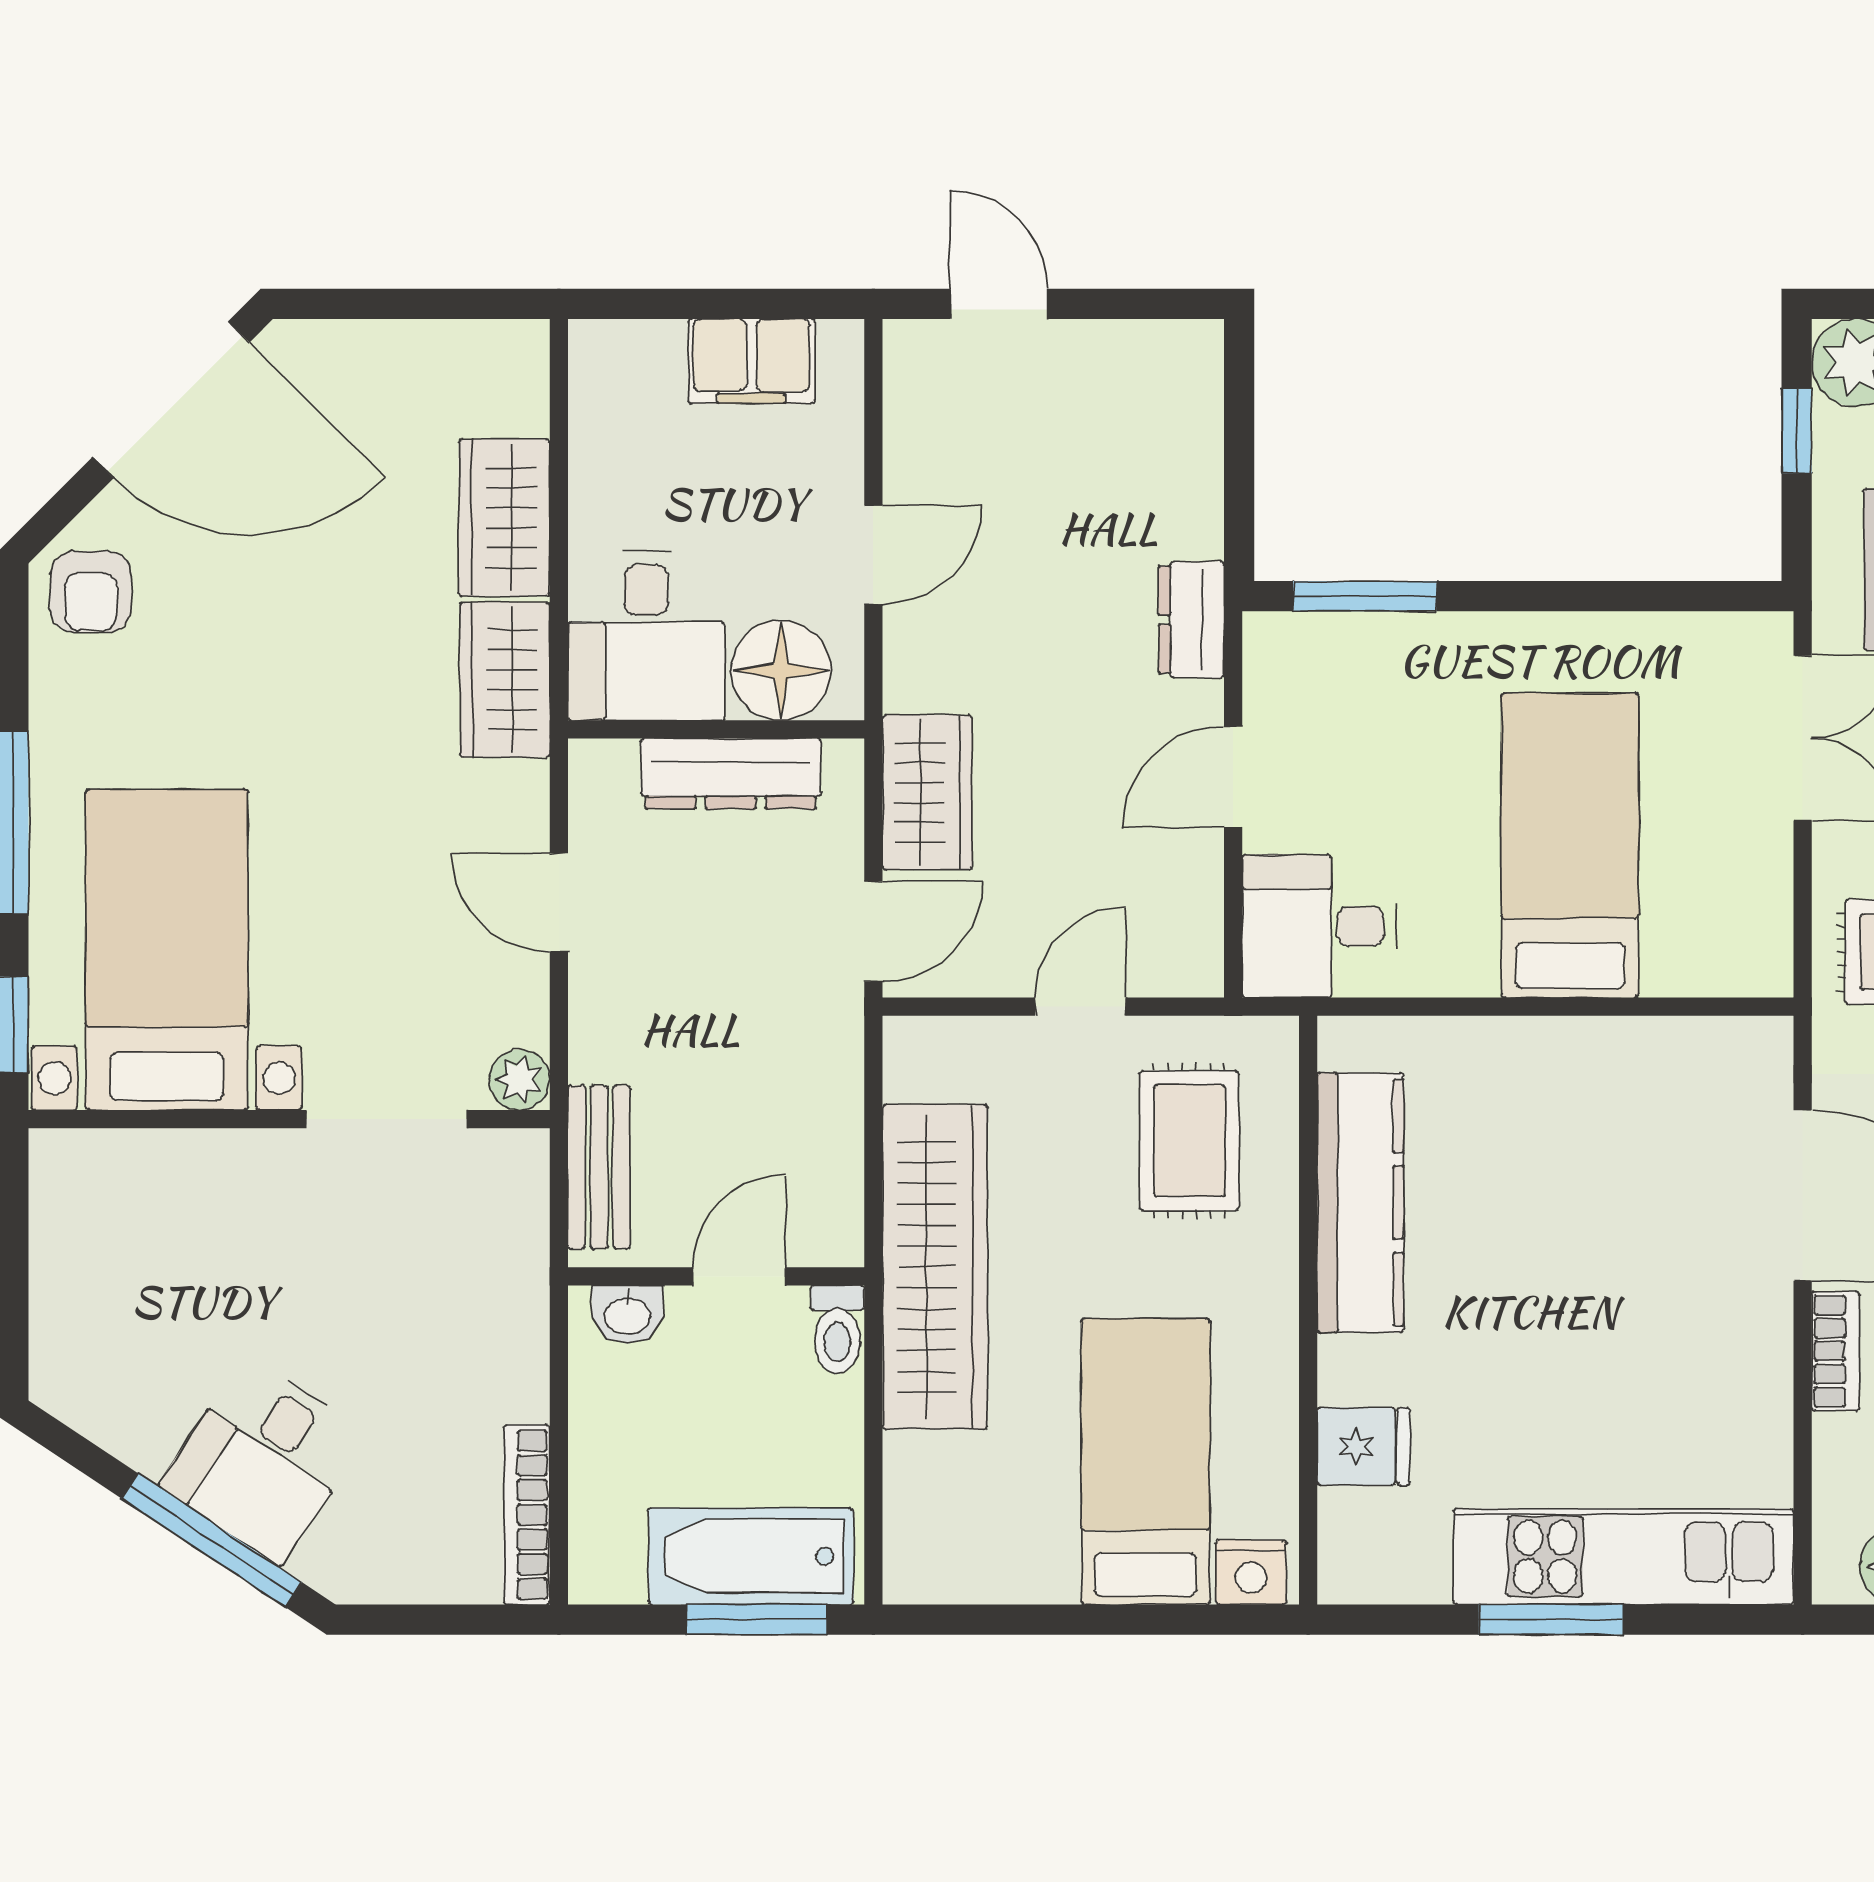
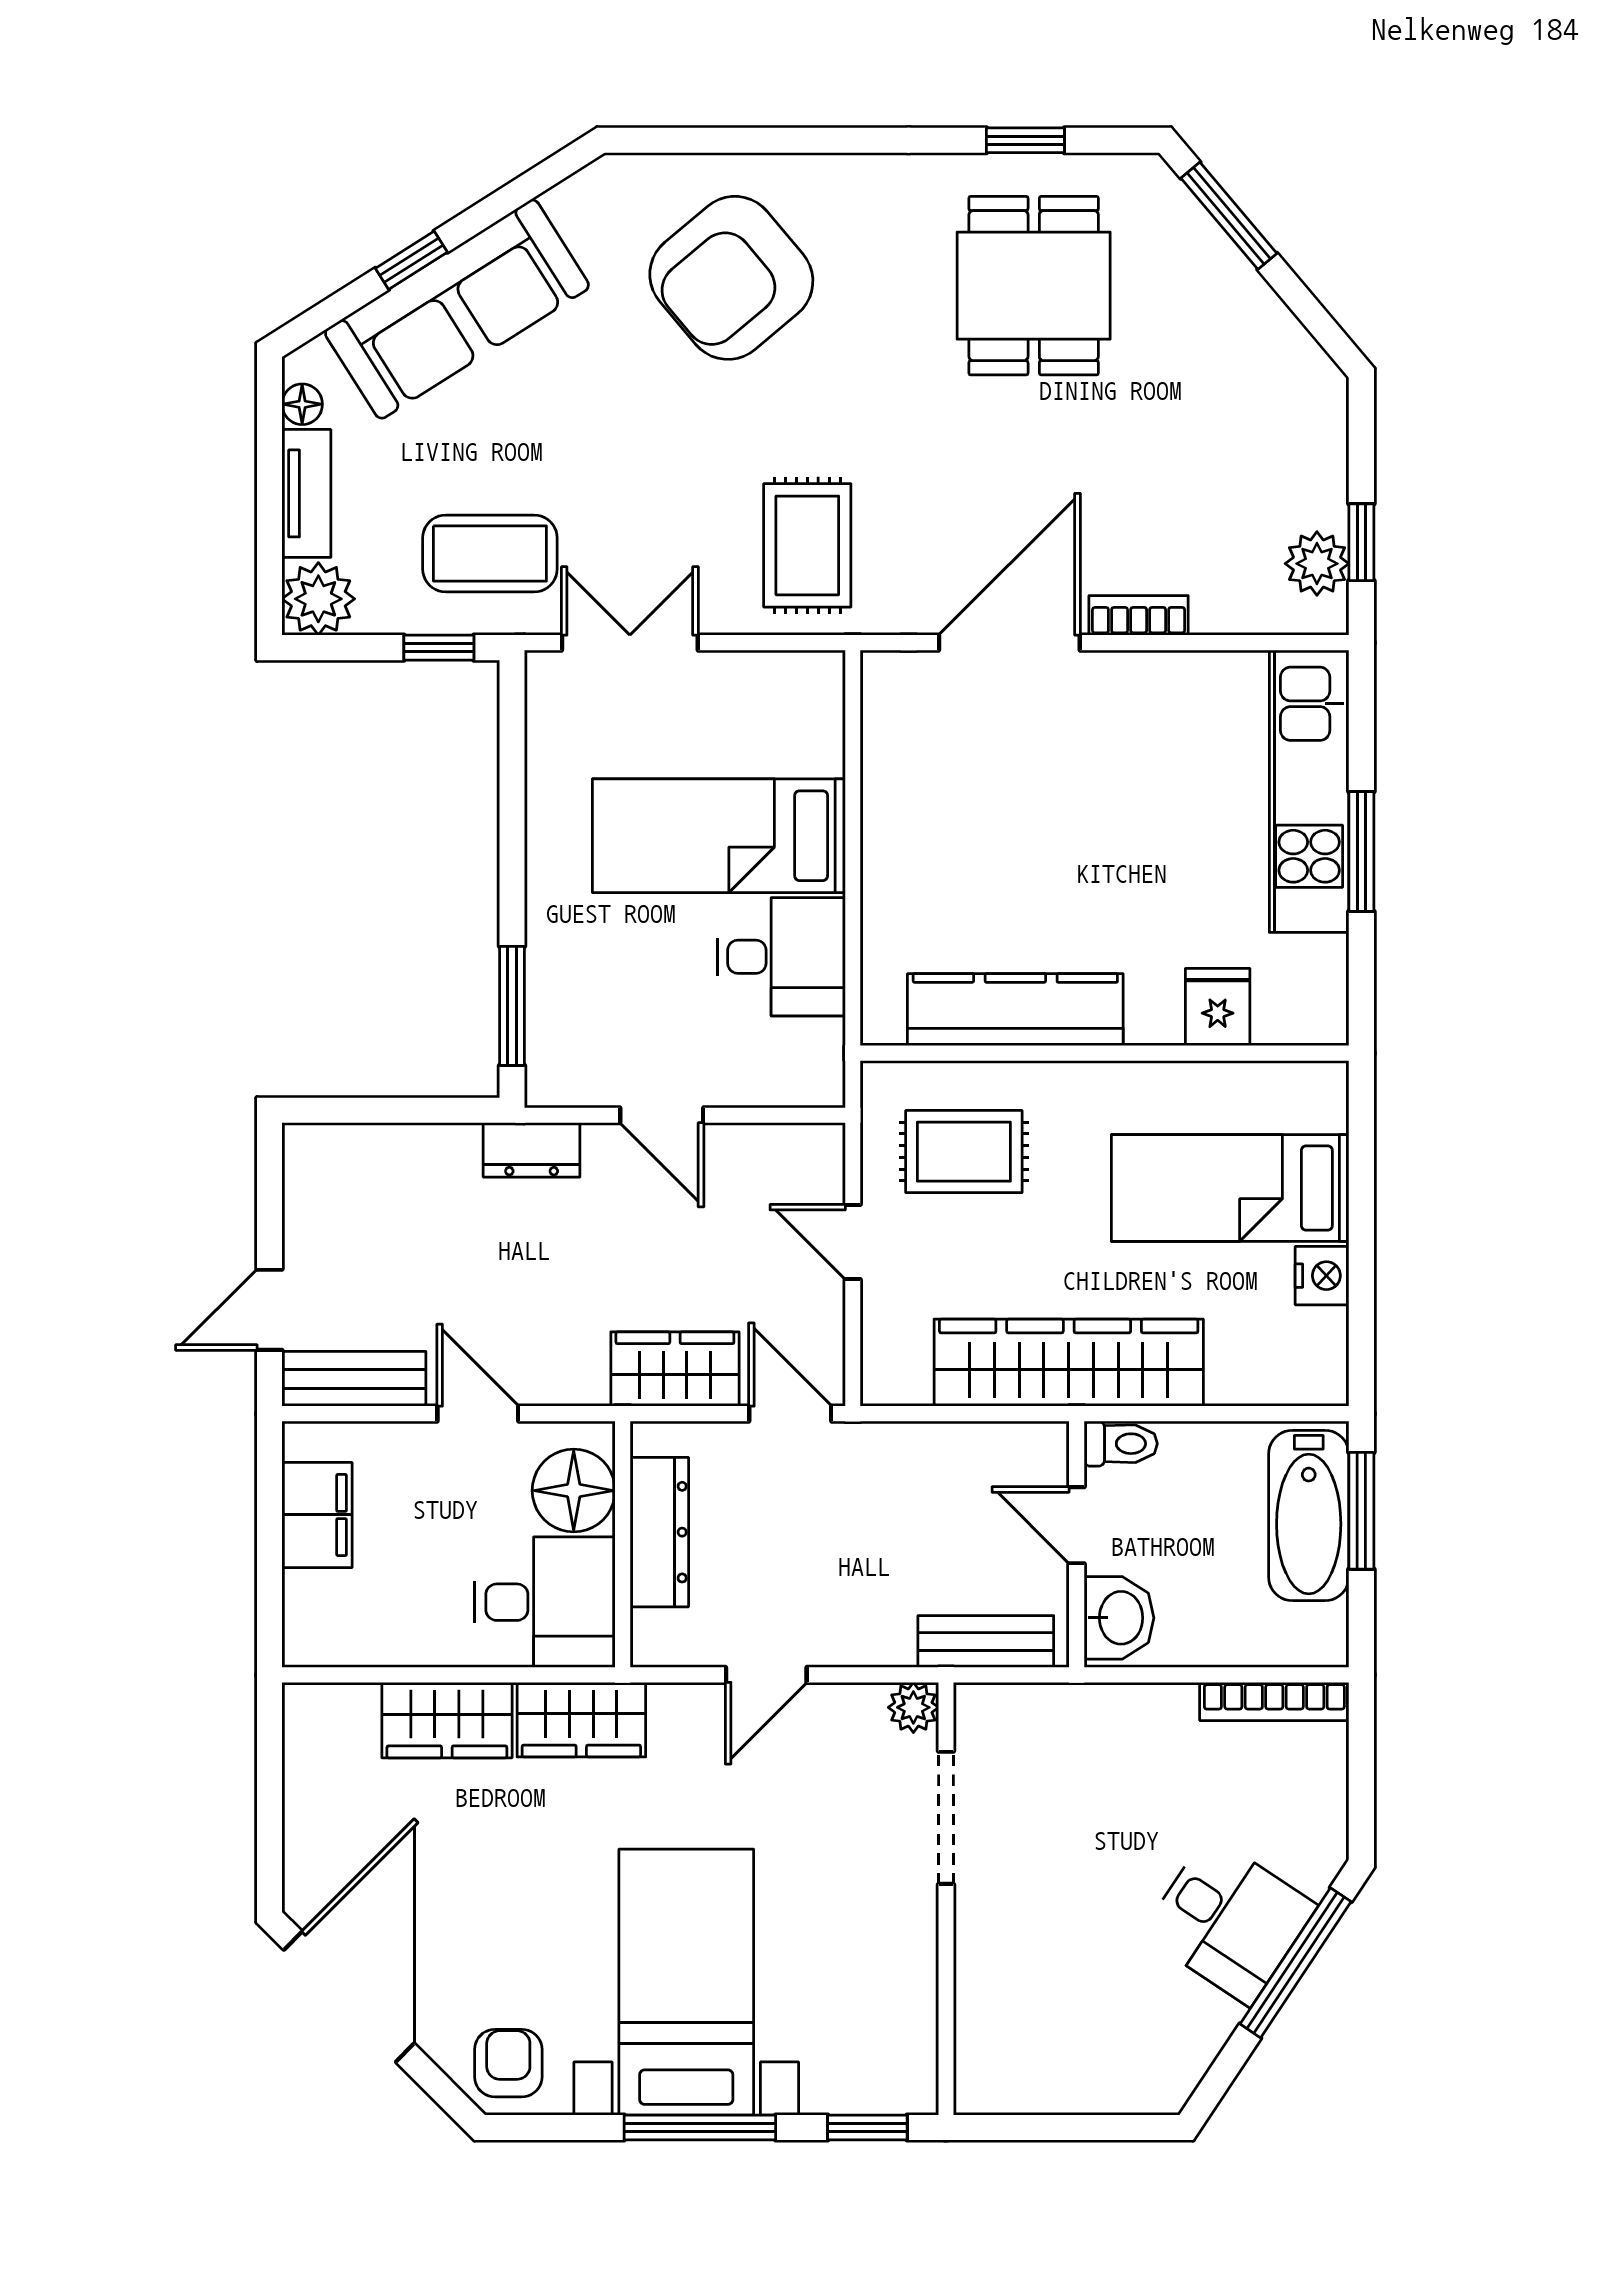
bench: (916, 406) -> (354, 1379), added
window: (1797, 431) -> (439, 648), moved
armchair: (91, 592) -> (508, 2063), turned -90
desk: (1319, 926) -> (781, 957), moved, turned -90
bed with nightstands: (167, 950) -> (686, 1982), moved, turned 90
washbasin: (627, 1314) -> (1119, 1618), width x1.38, depth x1.45
nightstand: (1251, 1572) -> (1322, 1276), moved

